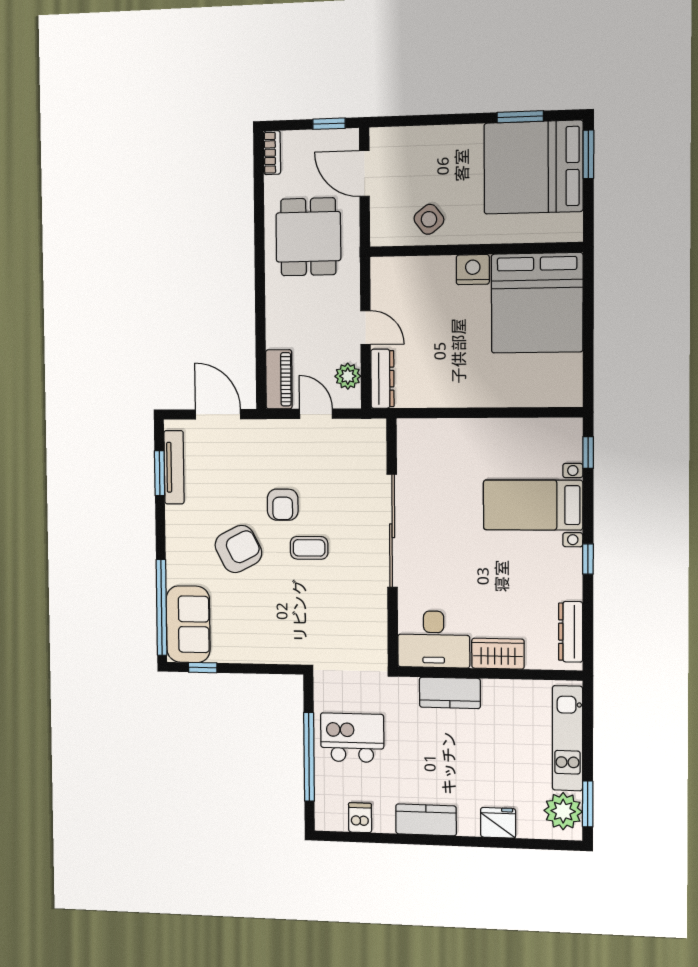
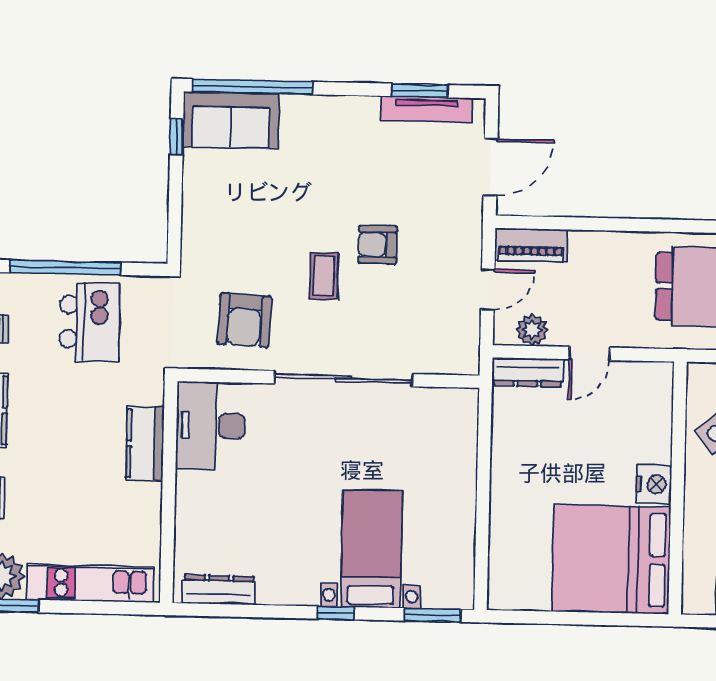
window: (588, 453) -> (432, 615), width x1.50
armchair: (238, 549) -> (244, 320), moved, turned 30
window: (588, 559) -> (336, 613), moved
wardrobe: (498, 654) -> (193, 503), removed

